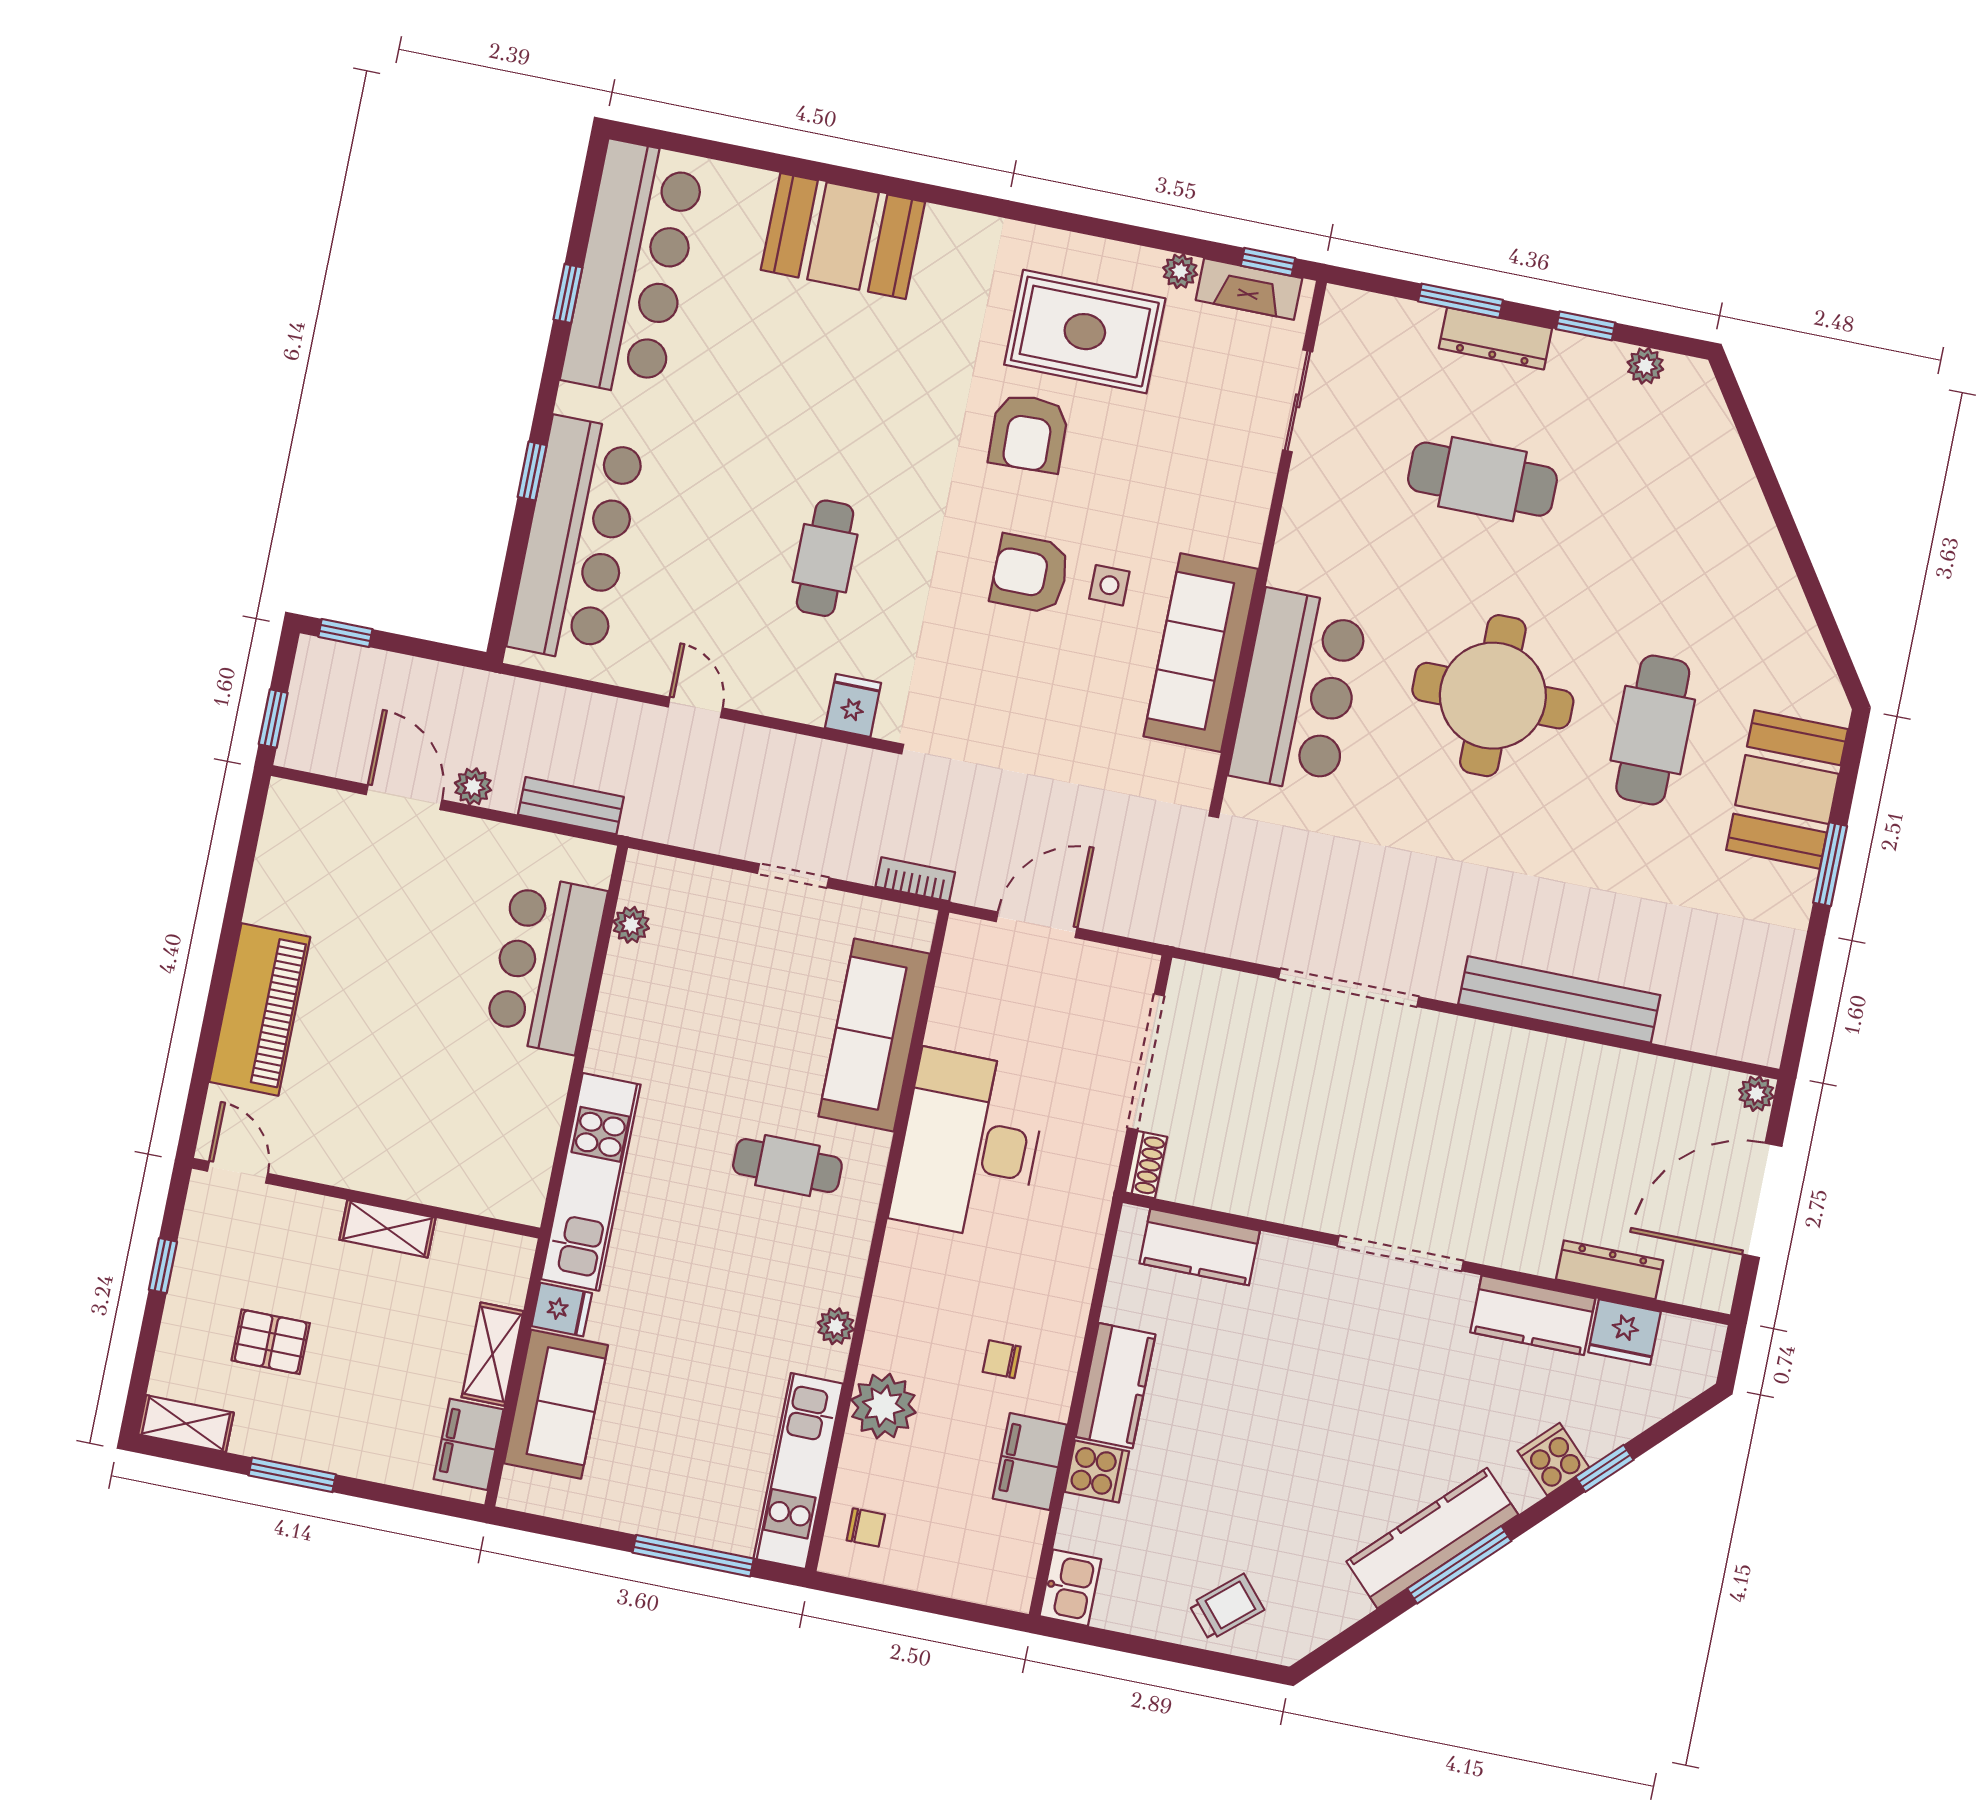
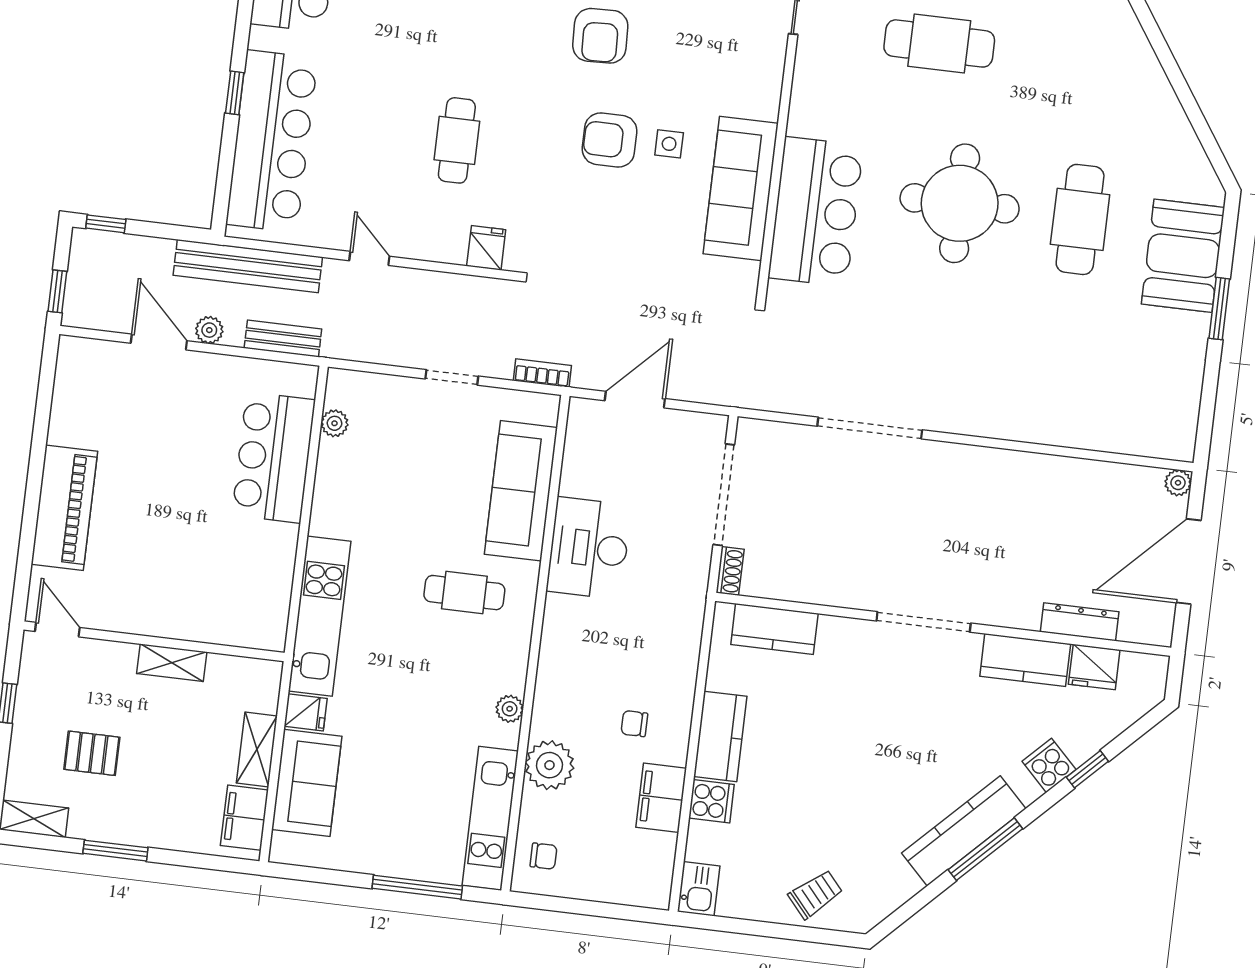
bench: (1559, 1000) -> (248, 266), moved
desk: (969, 1145) -> (589, 548), width x0.73, depth x0.77

